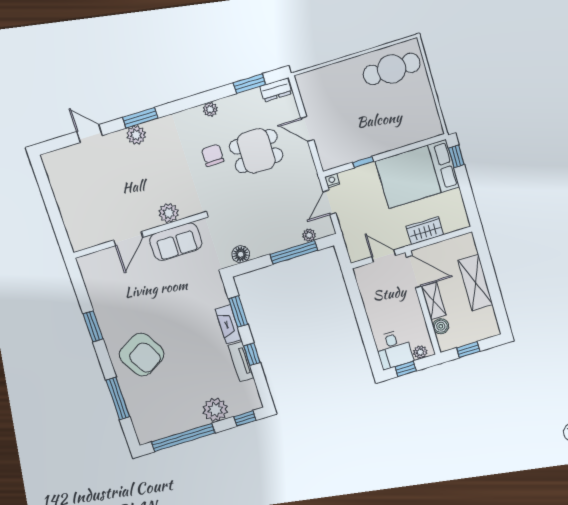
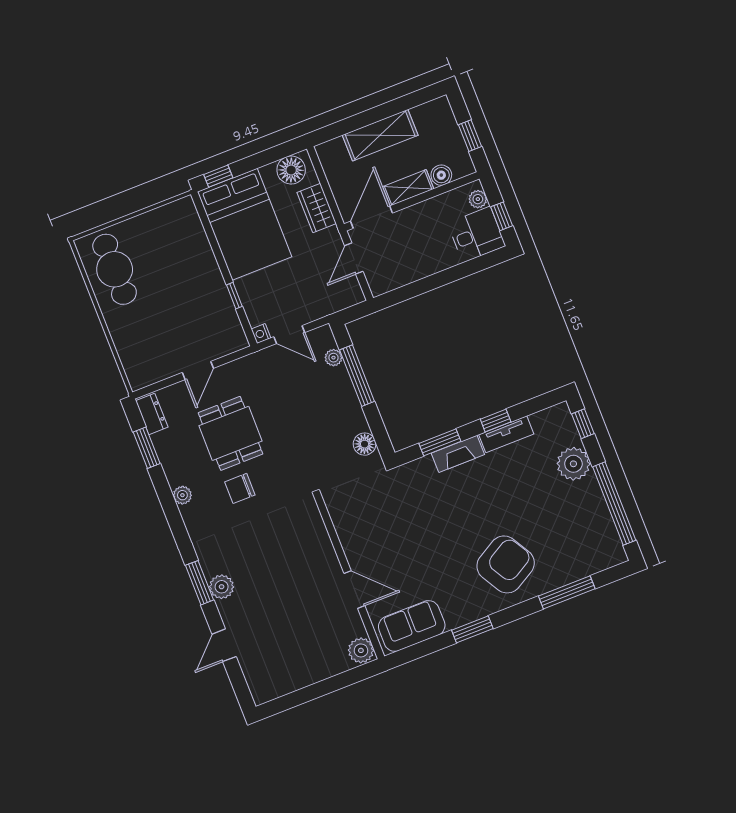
plant: (169, 213) -> (361, 650), moved
floor lamp: (456, 213) -> (291, 170), added
sofa: (176, 242) -> (412, 626), moved, turned -90

